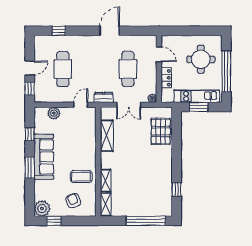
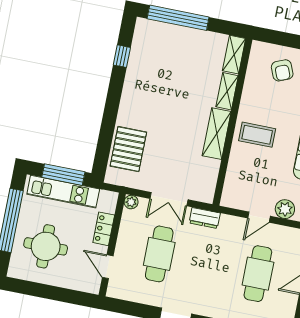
door: (81, 105) -> (259, 217), moved
double door: (129, 105) -> (169, 199), swing flipped
window: (199, 107) -> (63, 175), width x1.44
shelving: (107, 136) -> (217, 134), moved
coffee table: (81, 177) -> (257, 135), moved

